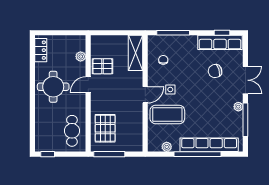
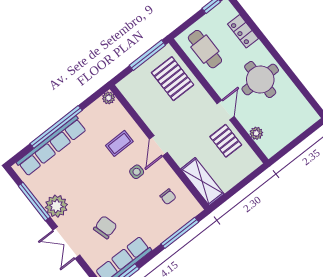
locker: (41, 50) -> (243, 31), moved
pallet: (102, 66) -> (226, 141), turned 90
plant: (238, 107) -> (56, 206), width x1.87, depth x1.87
coffee table: (167, 115) -> (119, 143), width x0.54, depth x0.58
plant: (167, 147) -> (109, 98), moved

